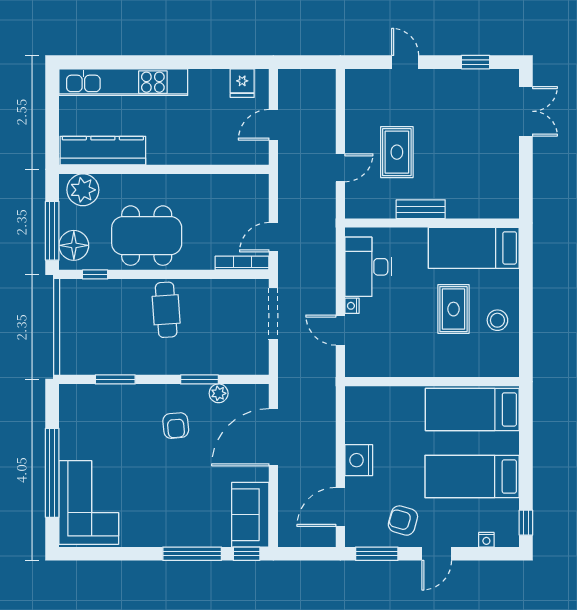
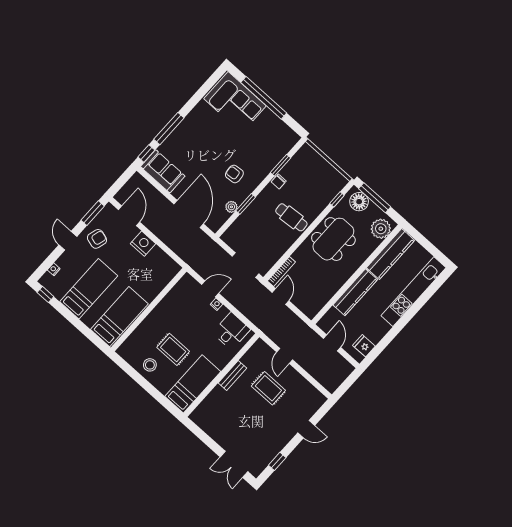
kitchen counter: (187, 152) -> (355, 292), added
desk: (368, 267) -> (231, 331), width x0.73
chair: (137, 364) -> (279, 181), added

